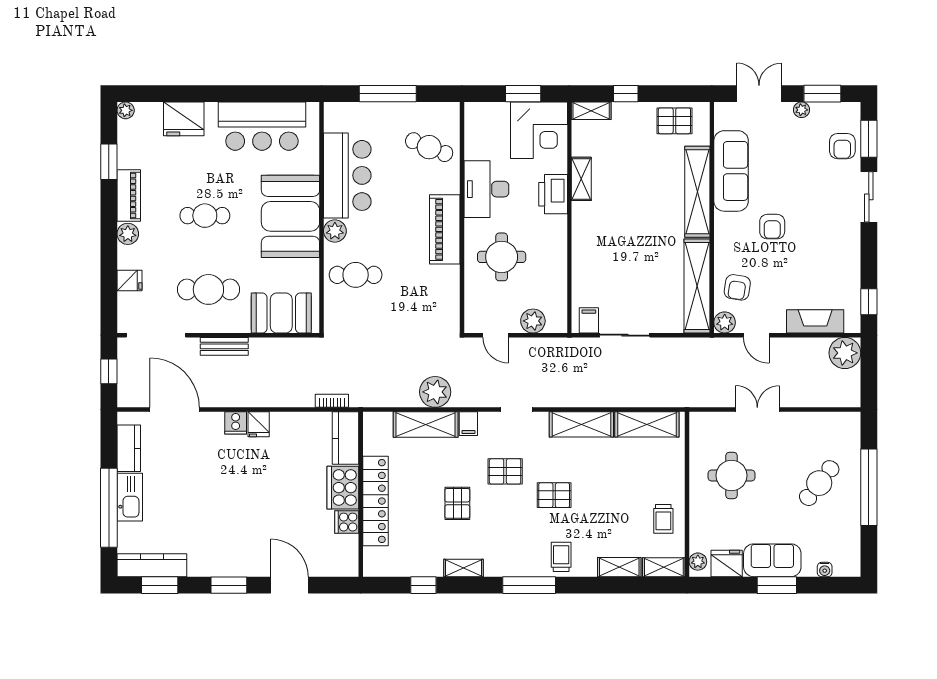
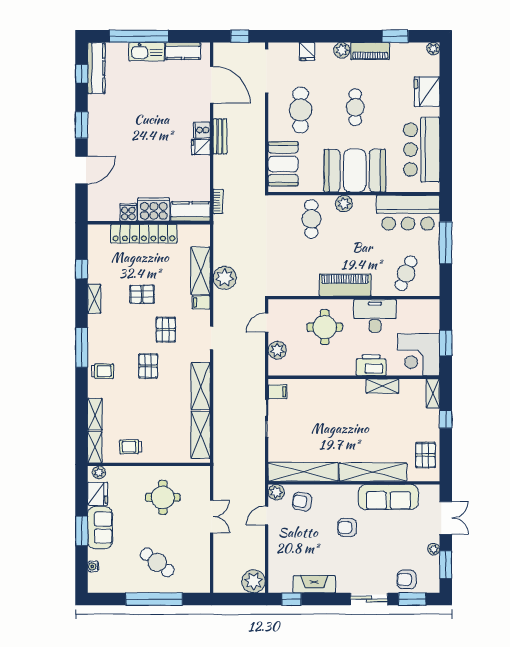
bar counter: (347, 175) -> (408, 213), moved
fireplace: (815, 321) -> (314, 584), moved, turned -90
bench: (224, 346) -> (220, 136), moved
door: (175, 410) -> (212, 85), hinge flipped
window: (160, 585) -> (82, 74), width x0.67

